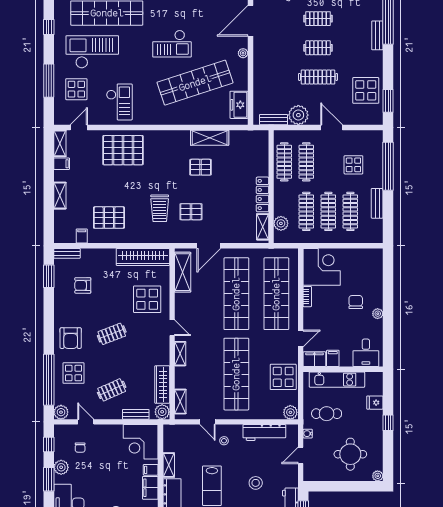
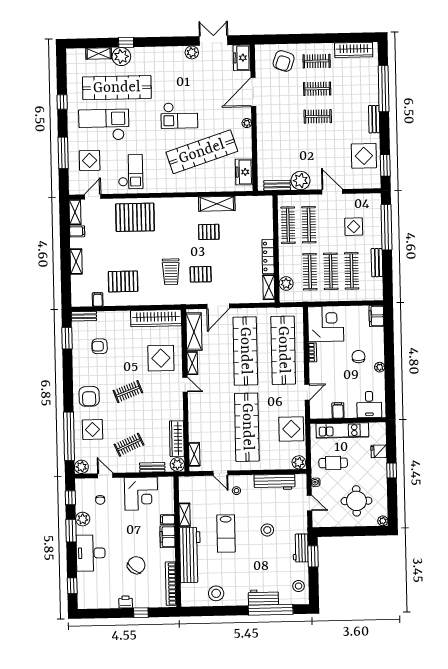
bench: (377, 35) -> (374, 119), moved
clothes rail: (318, 77) -> (318, 144), removed
shelving: (180, 354) -> (192, 363), moved
filing cabinet: (314, 359) -> (376, 316), moved, turned -90
corner desk: (141, 442) -> (141, 494), moved, turned -90
door: (301, 455) -> (309, 503), swing flipped

